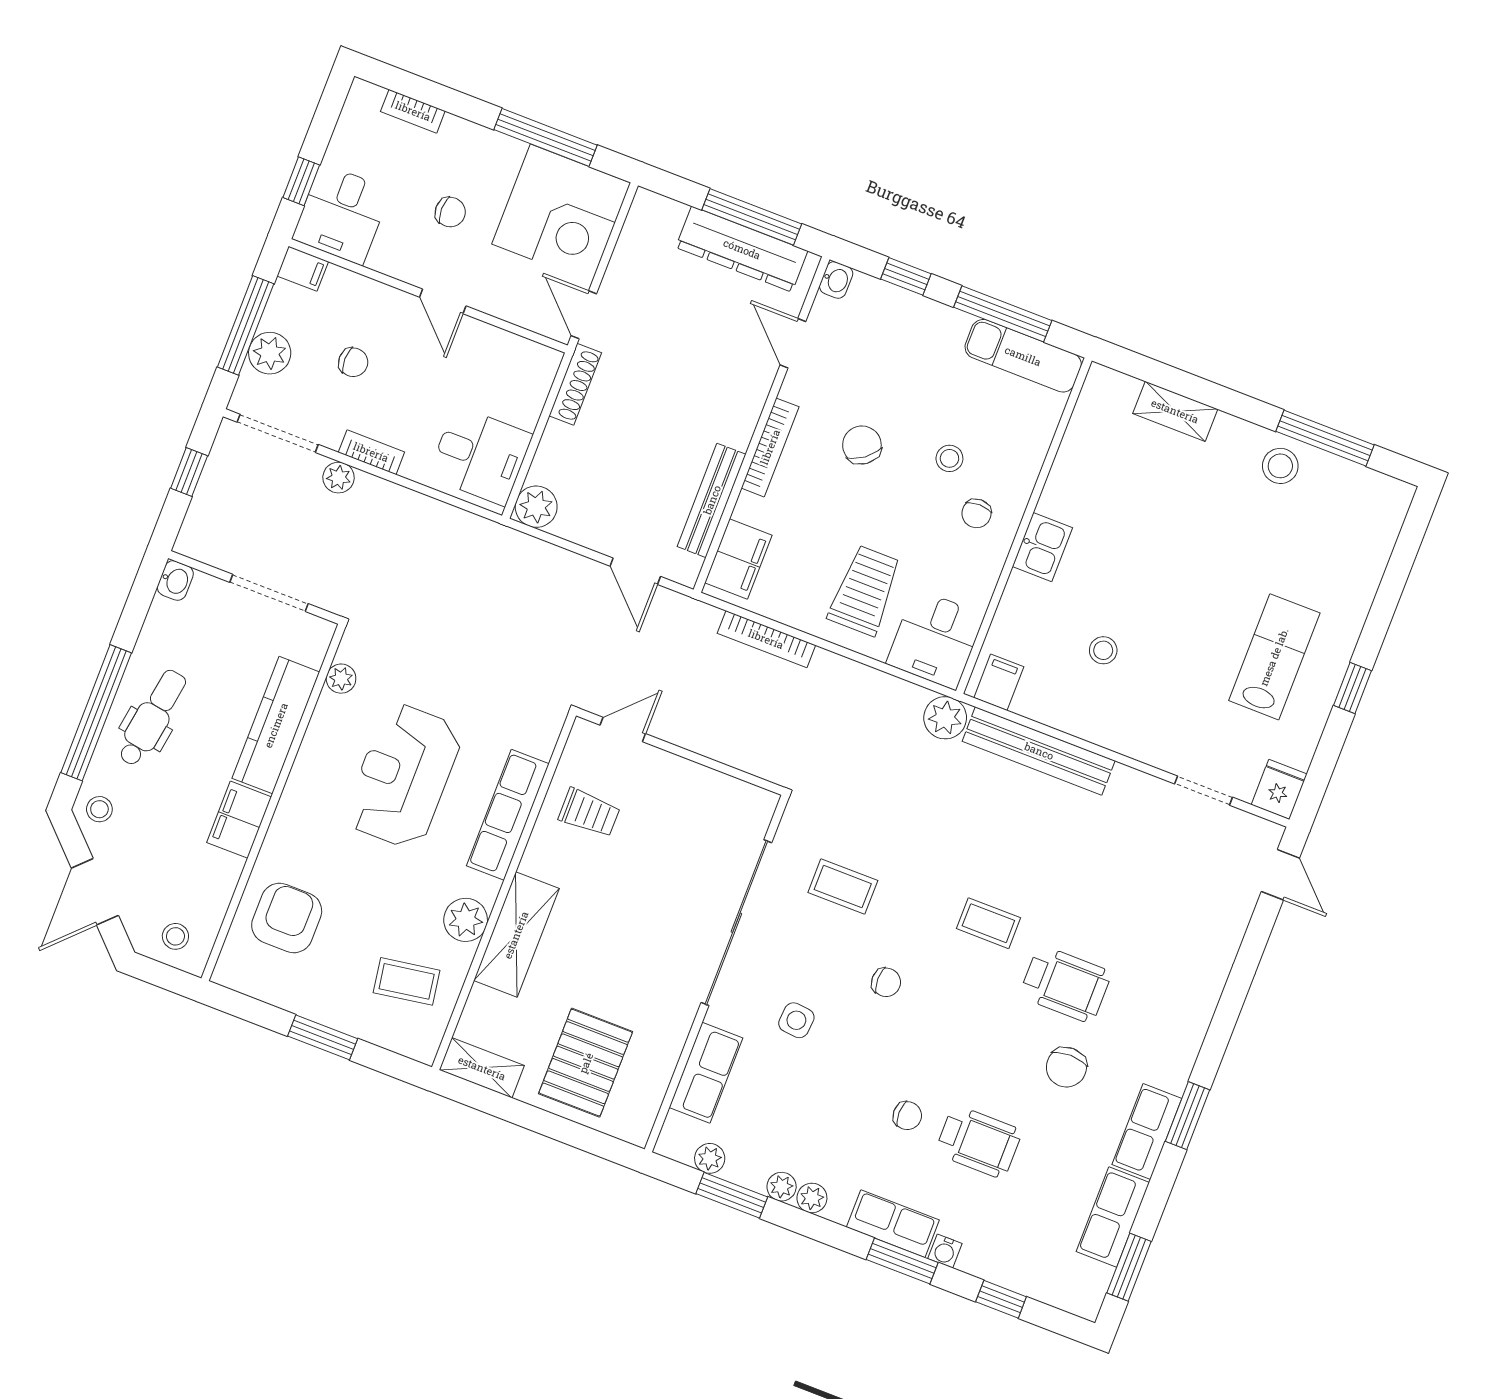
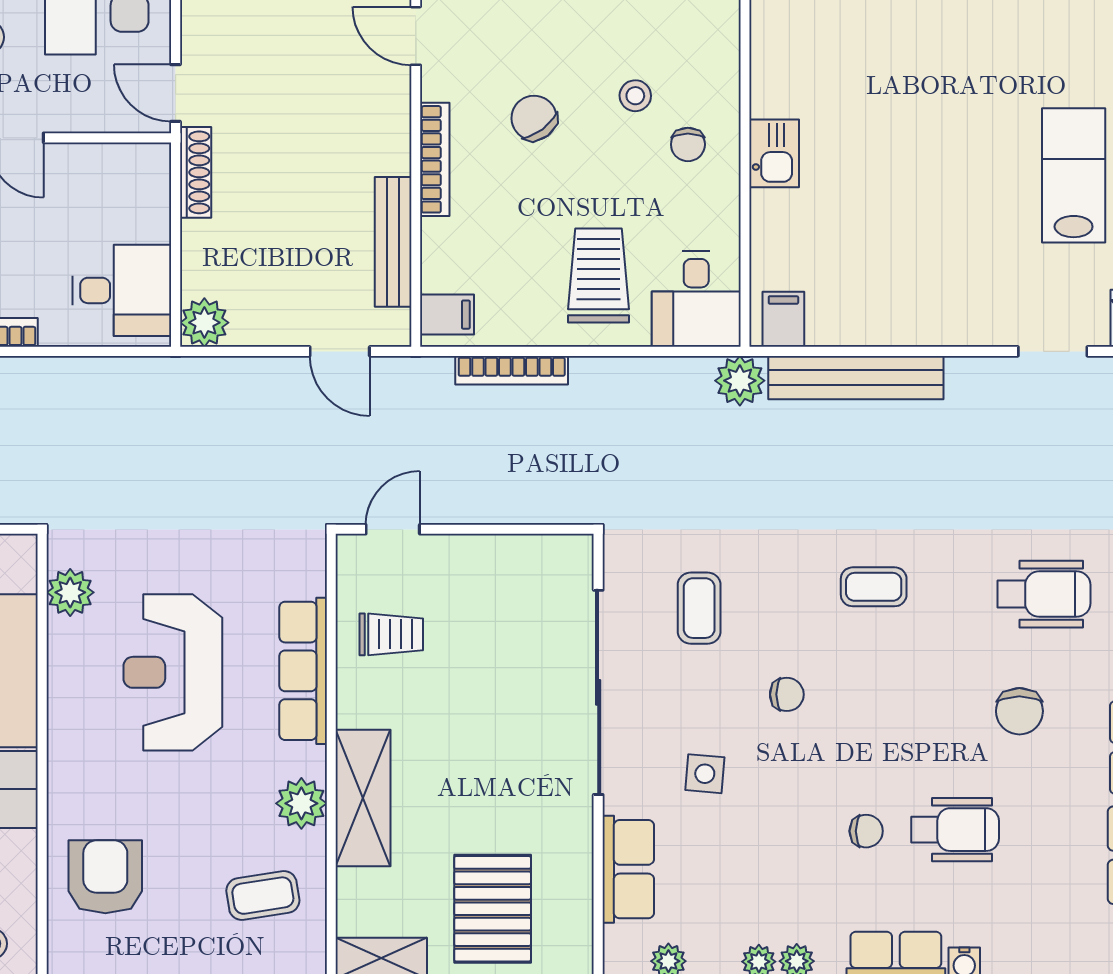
filing cabinet: (738, 559) -> (447, 315), width x0.50
stool: (1103, 650) -> (884, 240), removed
plant: (341, 679) -> (70, 592), width x1.38, depth x1.38
coffee table: (843, 887) -> (699, 608), turned 90
wheelchair: (1065, 984) -> (1044, 594), moved

